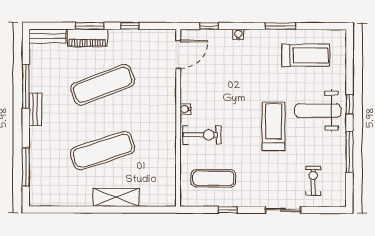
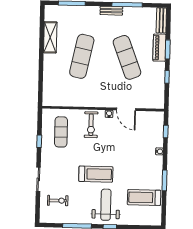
door: (178, 54) -> (126, 109), moved
treadmill: (306, 55) -> (144, 197), turned 90
exercise mat: (103, 151) -> (82, 56), turned 30
shelving: (116, 197) -> (50, 37), moved

